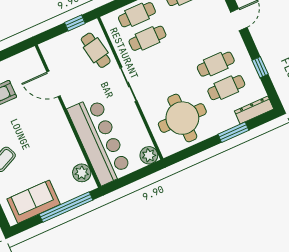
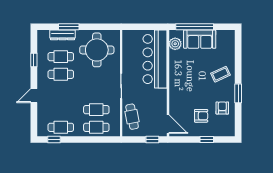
window: (75, 23) -> (152, 140), moved
door: (54, 84) -> (168, 124), moved
dresser: (254, 110) -> (63, 35), moved
plant: (149, 155) -> (128, 36), removed
sofa: (34, 202) -> (200, 39), moved

